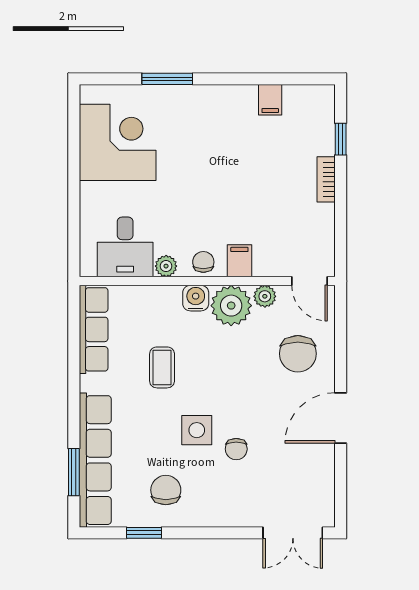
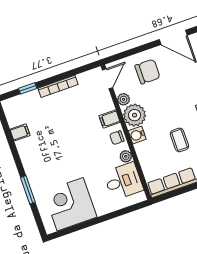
bookcase: (326, 179) -> (58, 86), width x1.56
coffee table: (162, 367) -> (179, 140), turned 90

